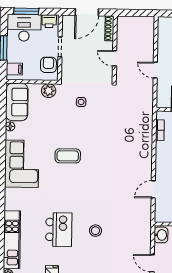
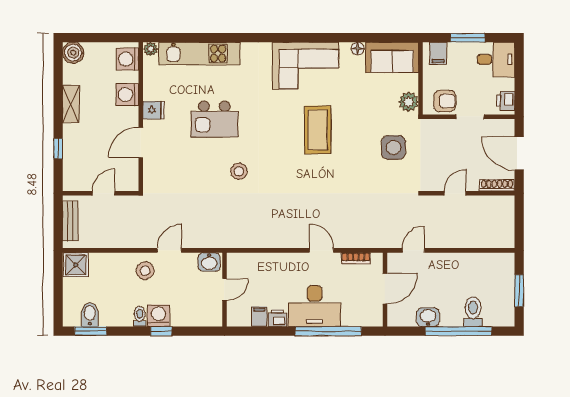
window: (26, 11) -> (519, 69), removed
desk: (24, 28) -> (496, 59), width x0.73
door: (155, 70) -> (413, 250), moved
side table: (81, 102) -> (393, 147), width x1.87, depth x1.87
coffee table: (68, 156) -> (318, 130), width x1.36, depth x1.32
door: (153, 189) -> (322, 250), moved
stool: (95, 231) -> (239, 171), moved

